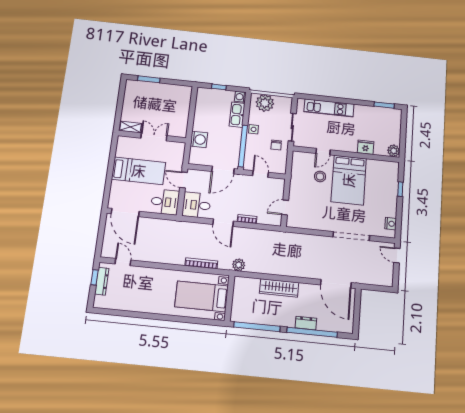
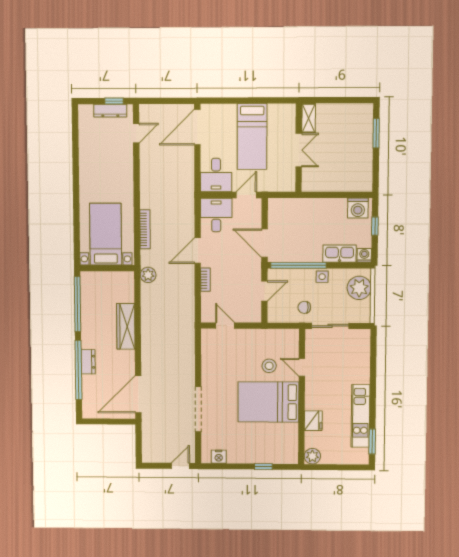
kitchen unit: (329, 108) -> (360, 416), moved
washing machine: (199, 139) -> (358, 208), moved

